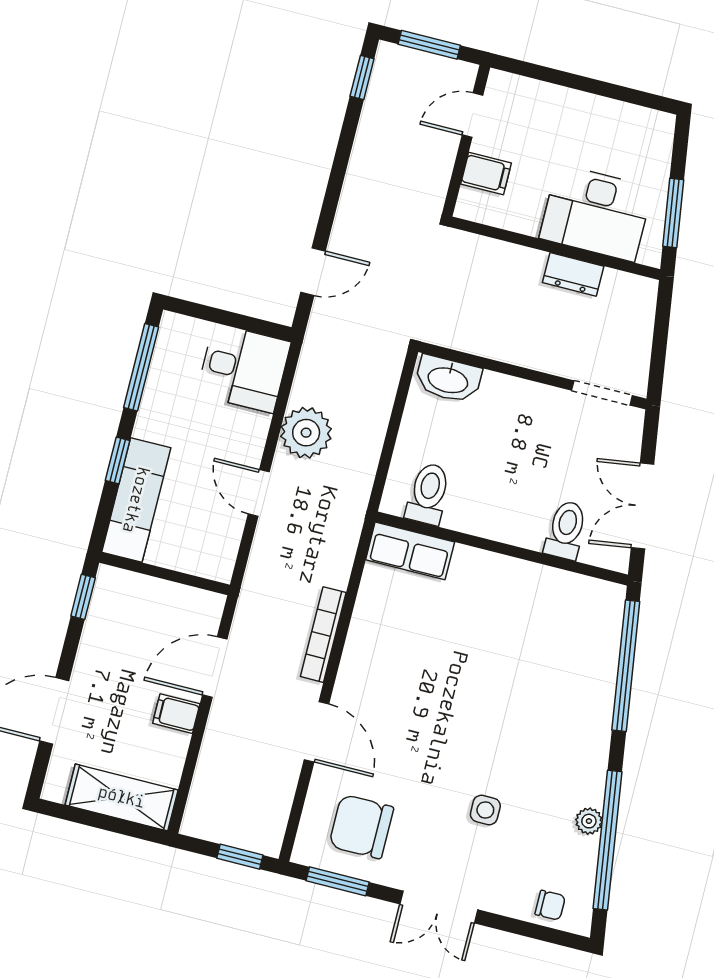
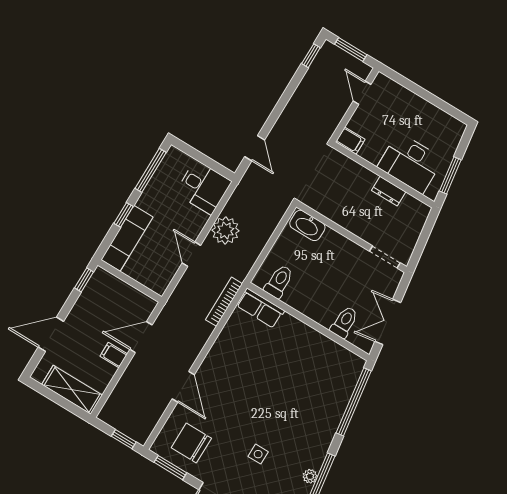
door: (473, 115) -> (362, 93), hinge flipped
filing cabinet: (486, 173) -> (350, 141), moved
door: (313, 272) -> (255, 148), hinge flipped
bookcase: (323, 635) -> (224, 302), moved

